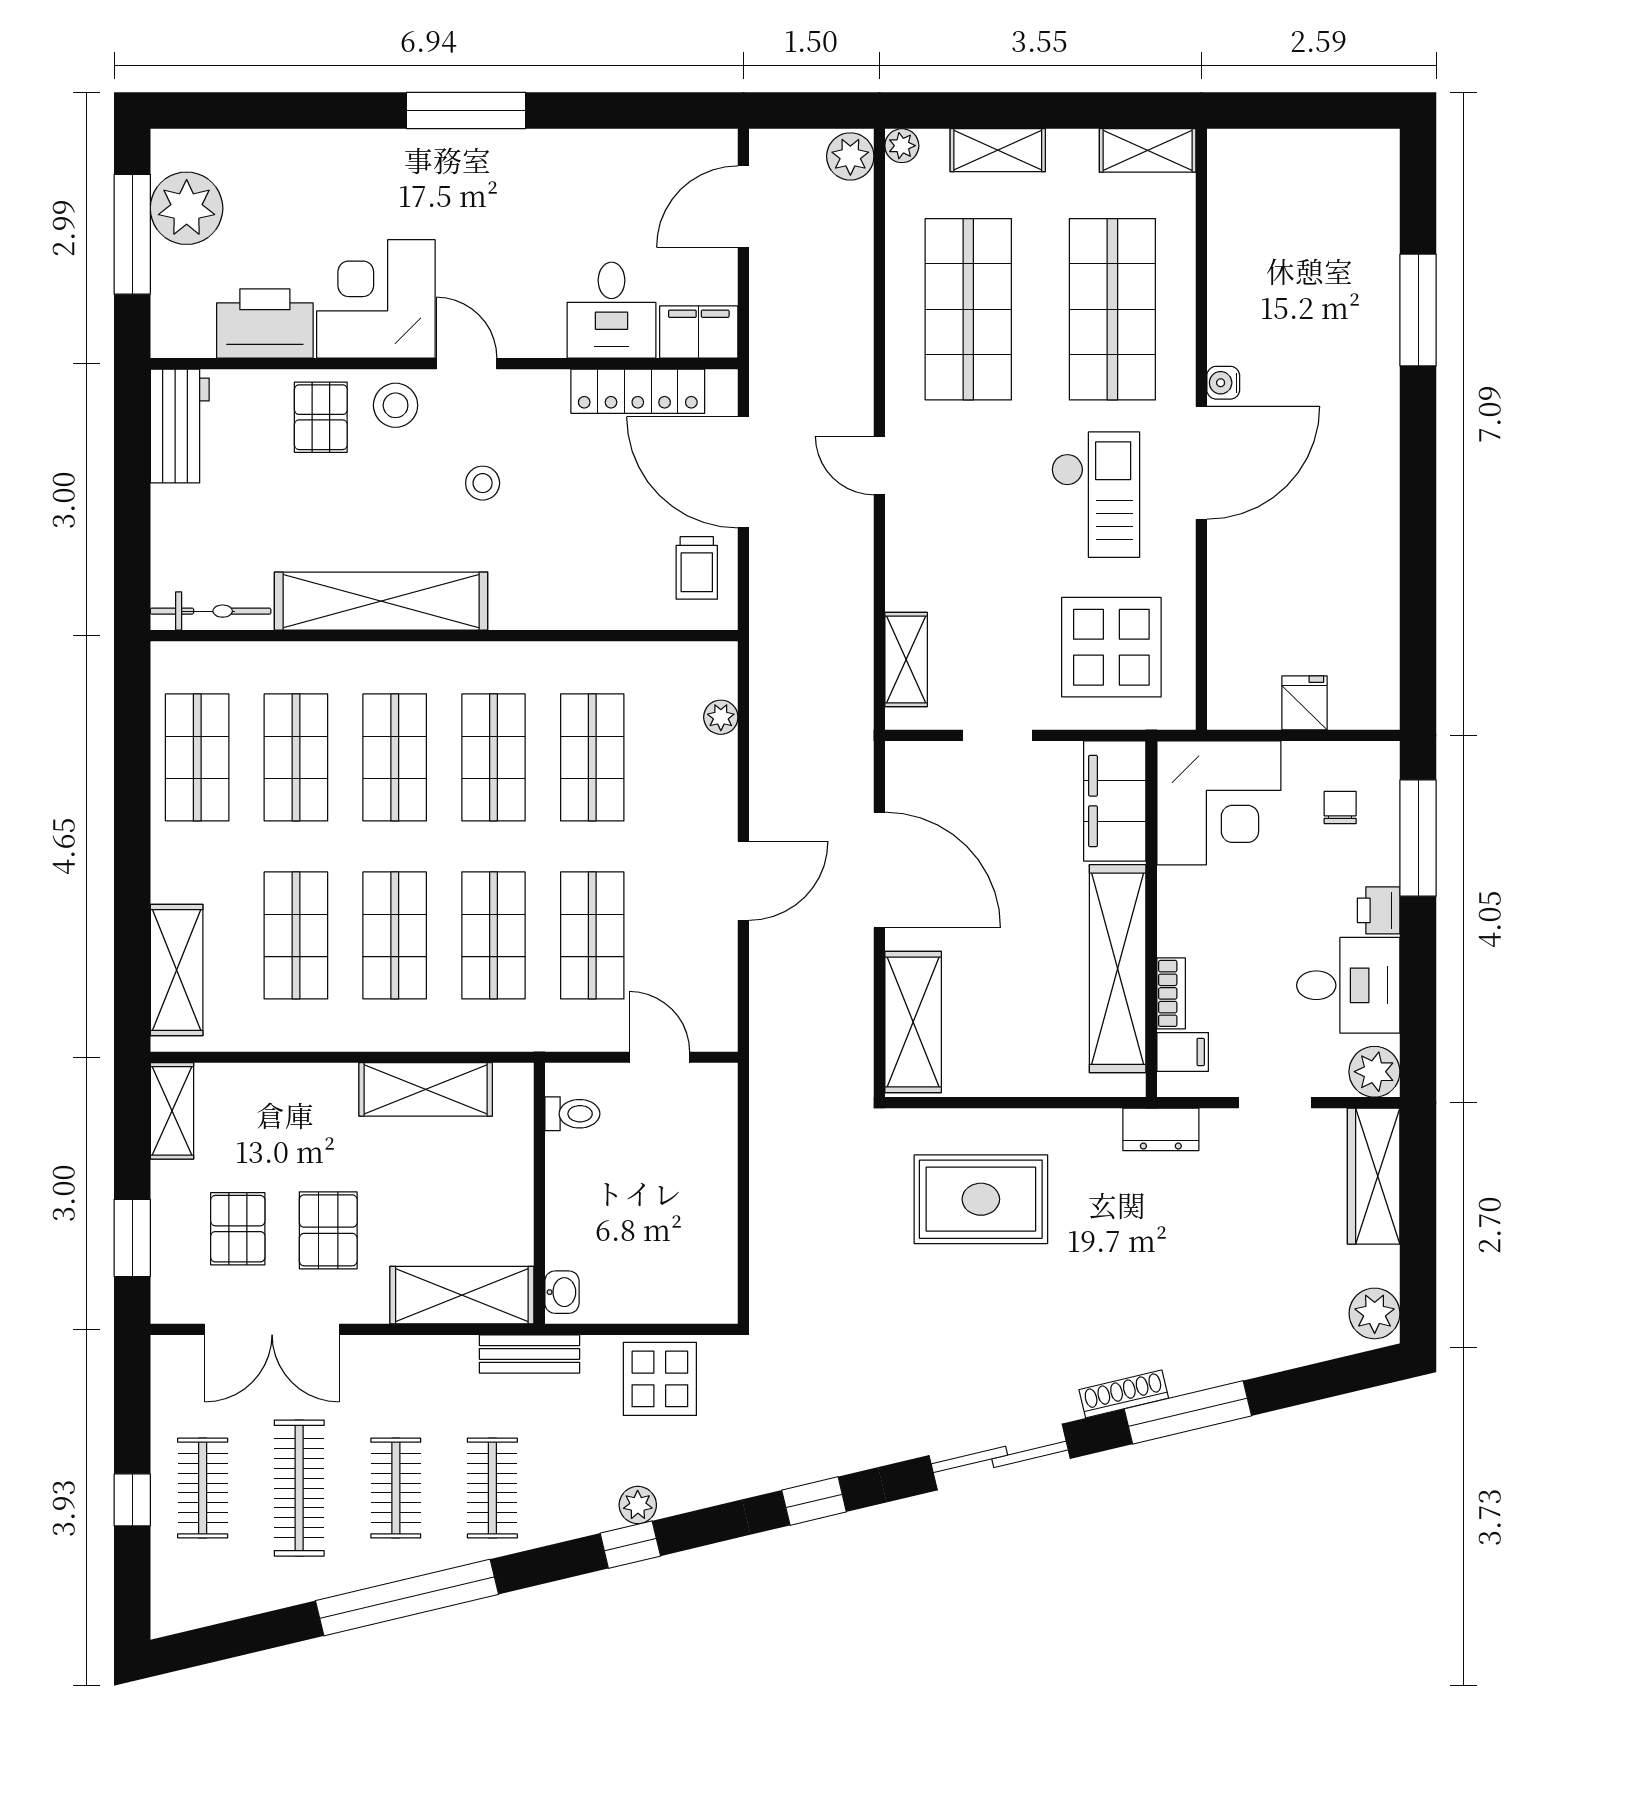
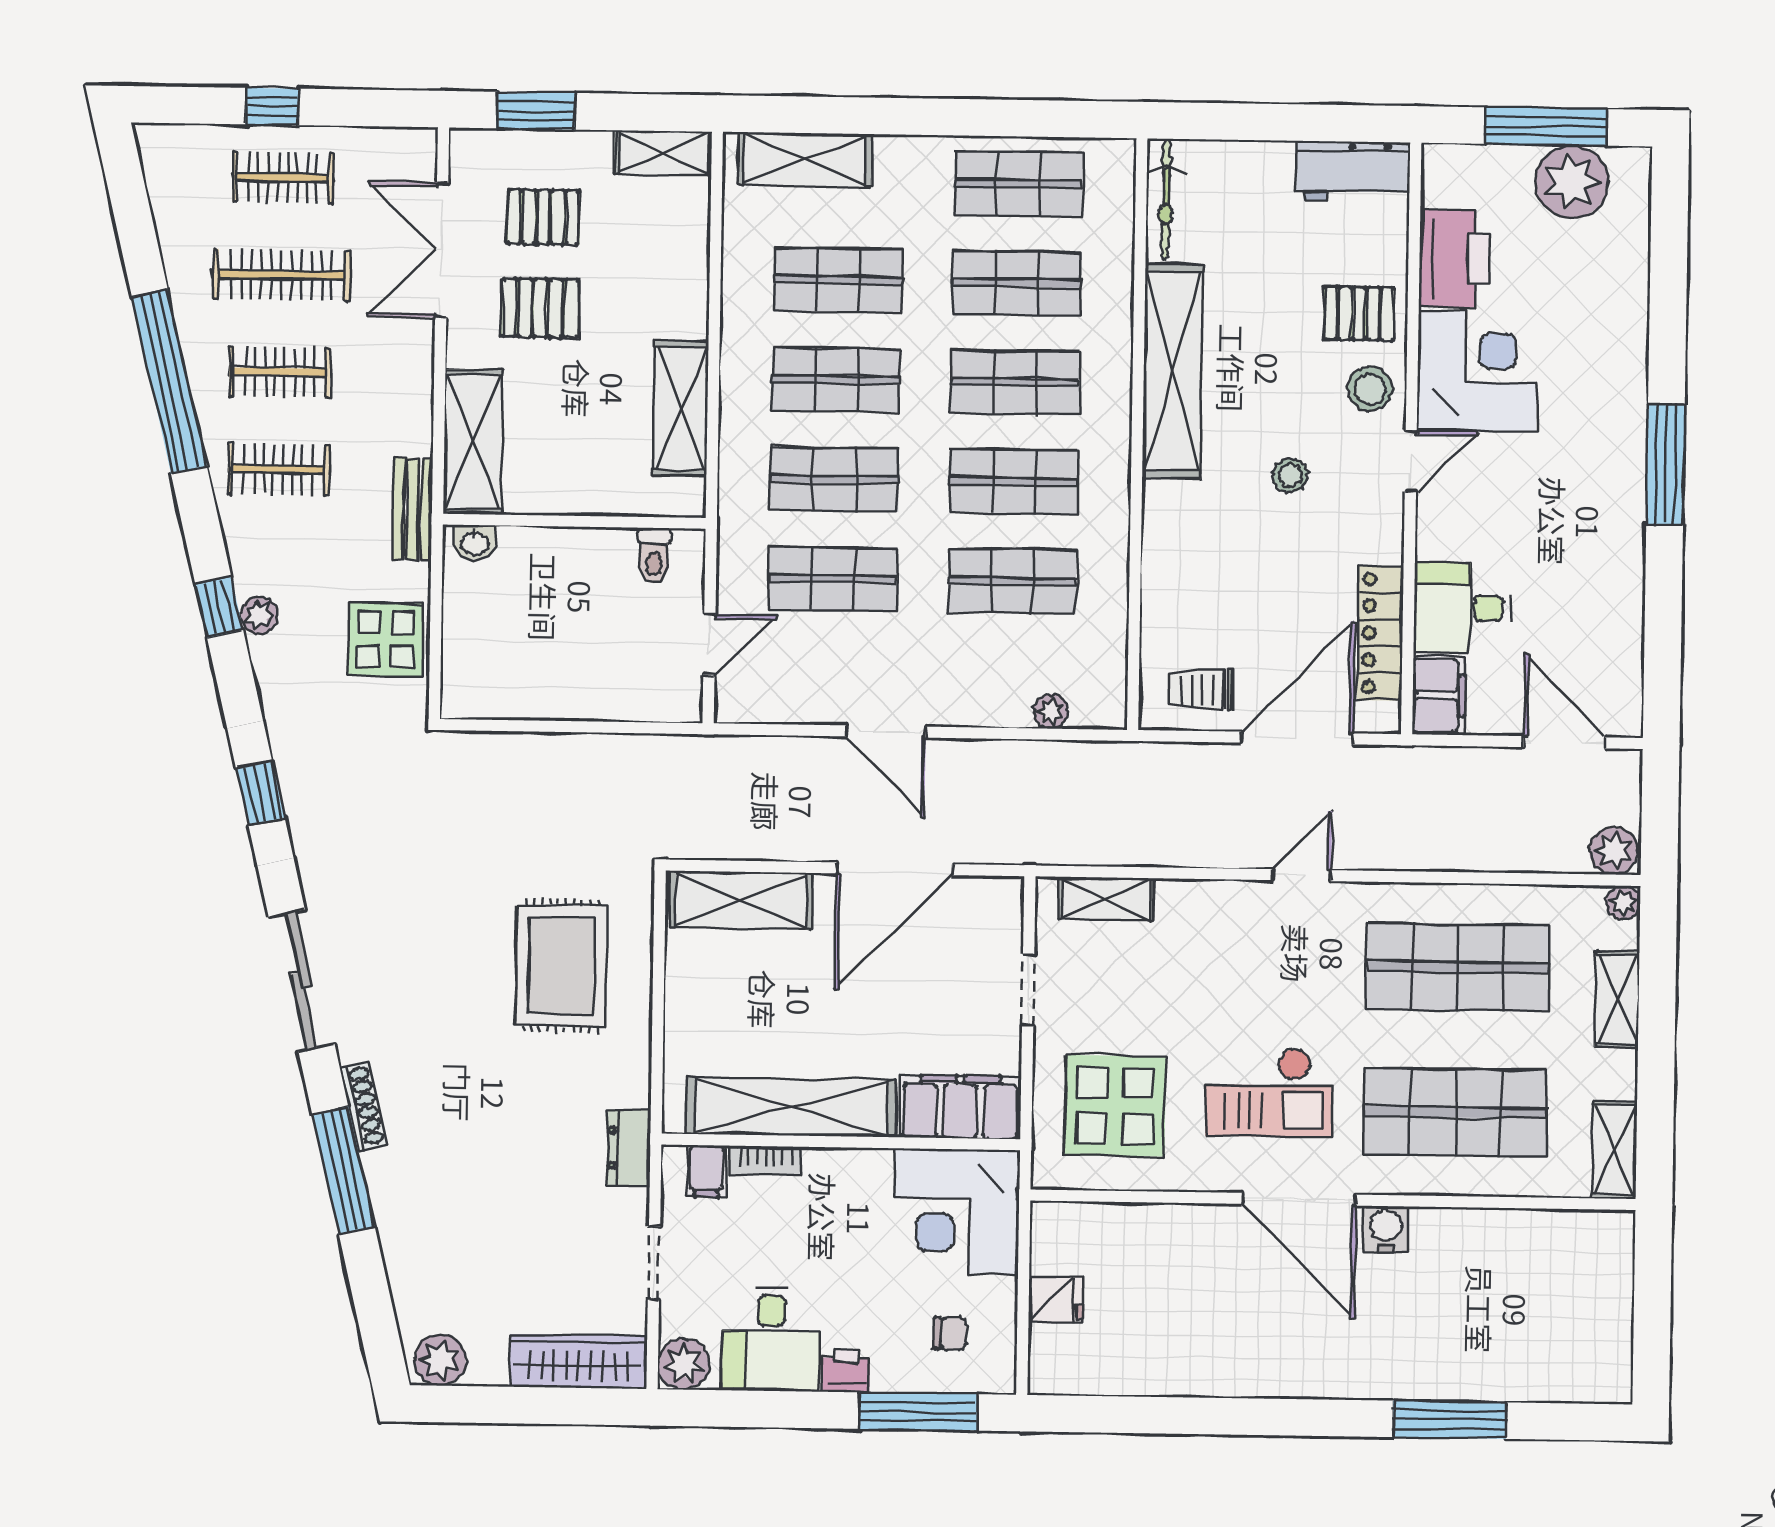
water cooler: (1223, 383) -> (1386, 1229), width x1.38, depth x1.38

